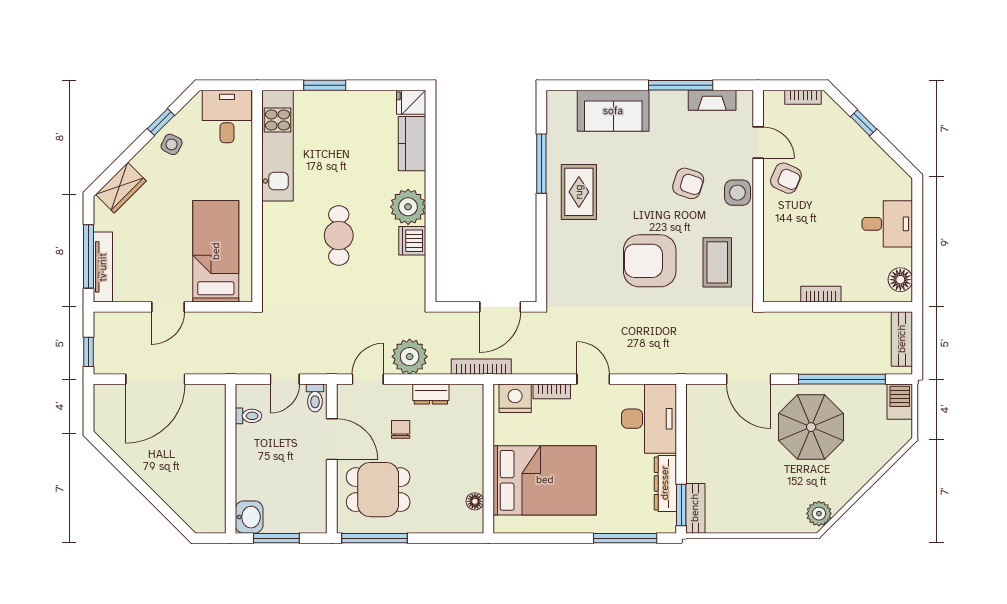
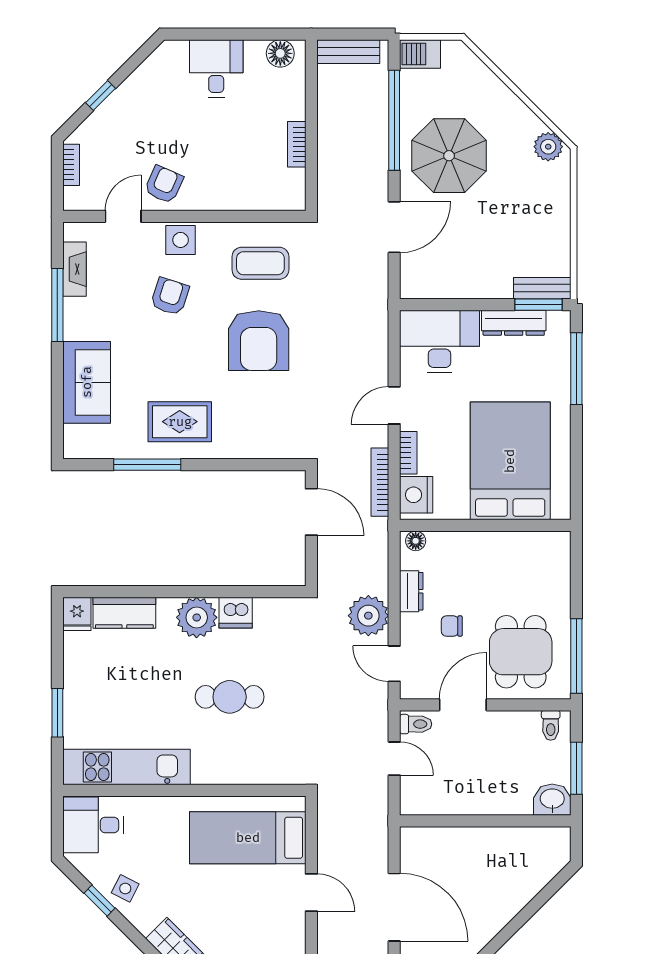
bookcase: (481, 367) -> (380, 482), moved
toilet: (249, 416) -> (551, 725), moved, turned 180
floor lamp: (475, 501) -> (416, 541), moved

